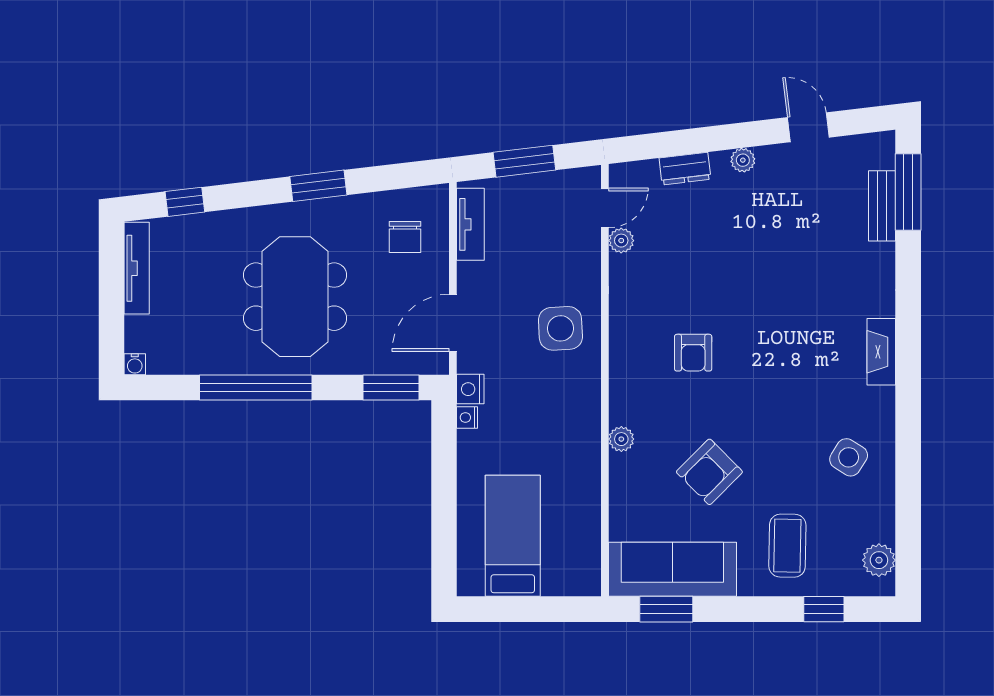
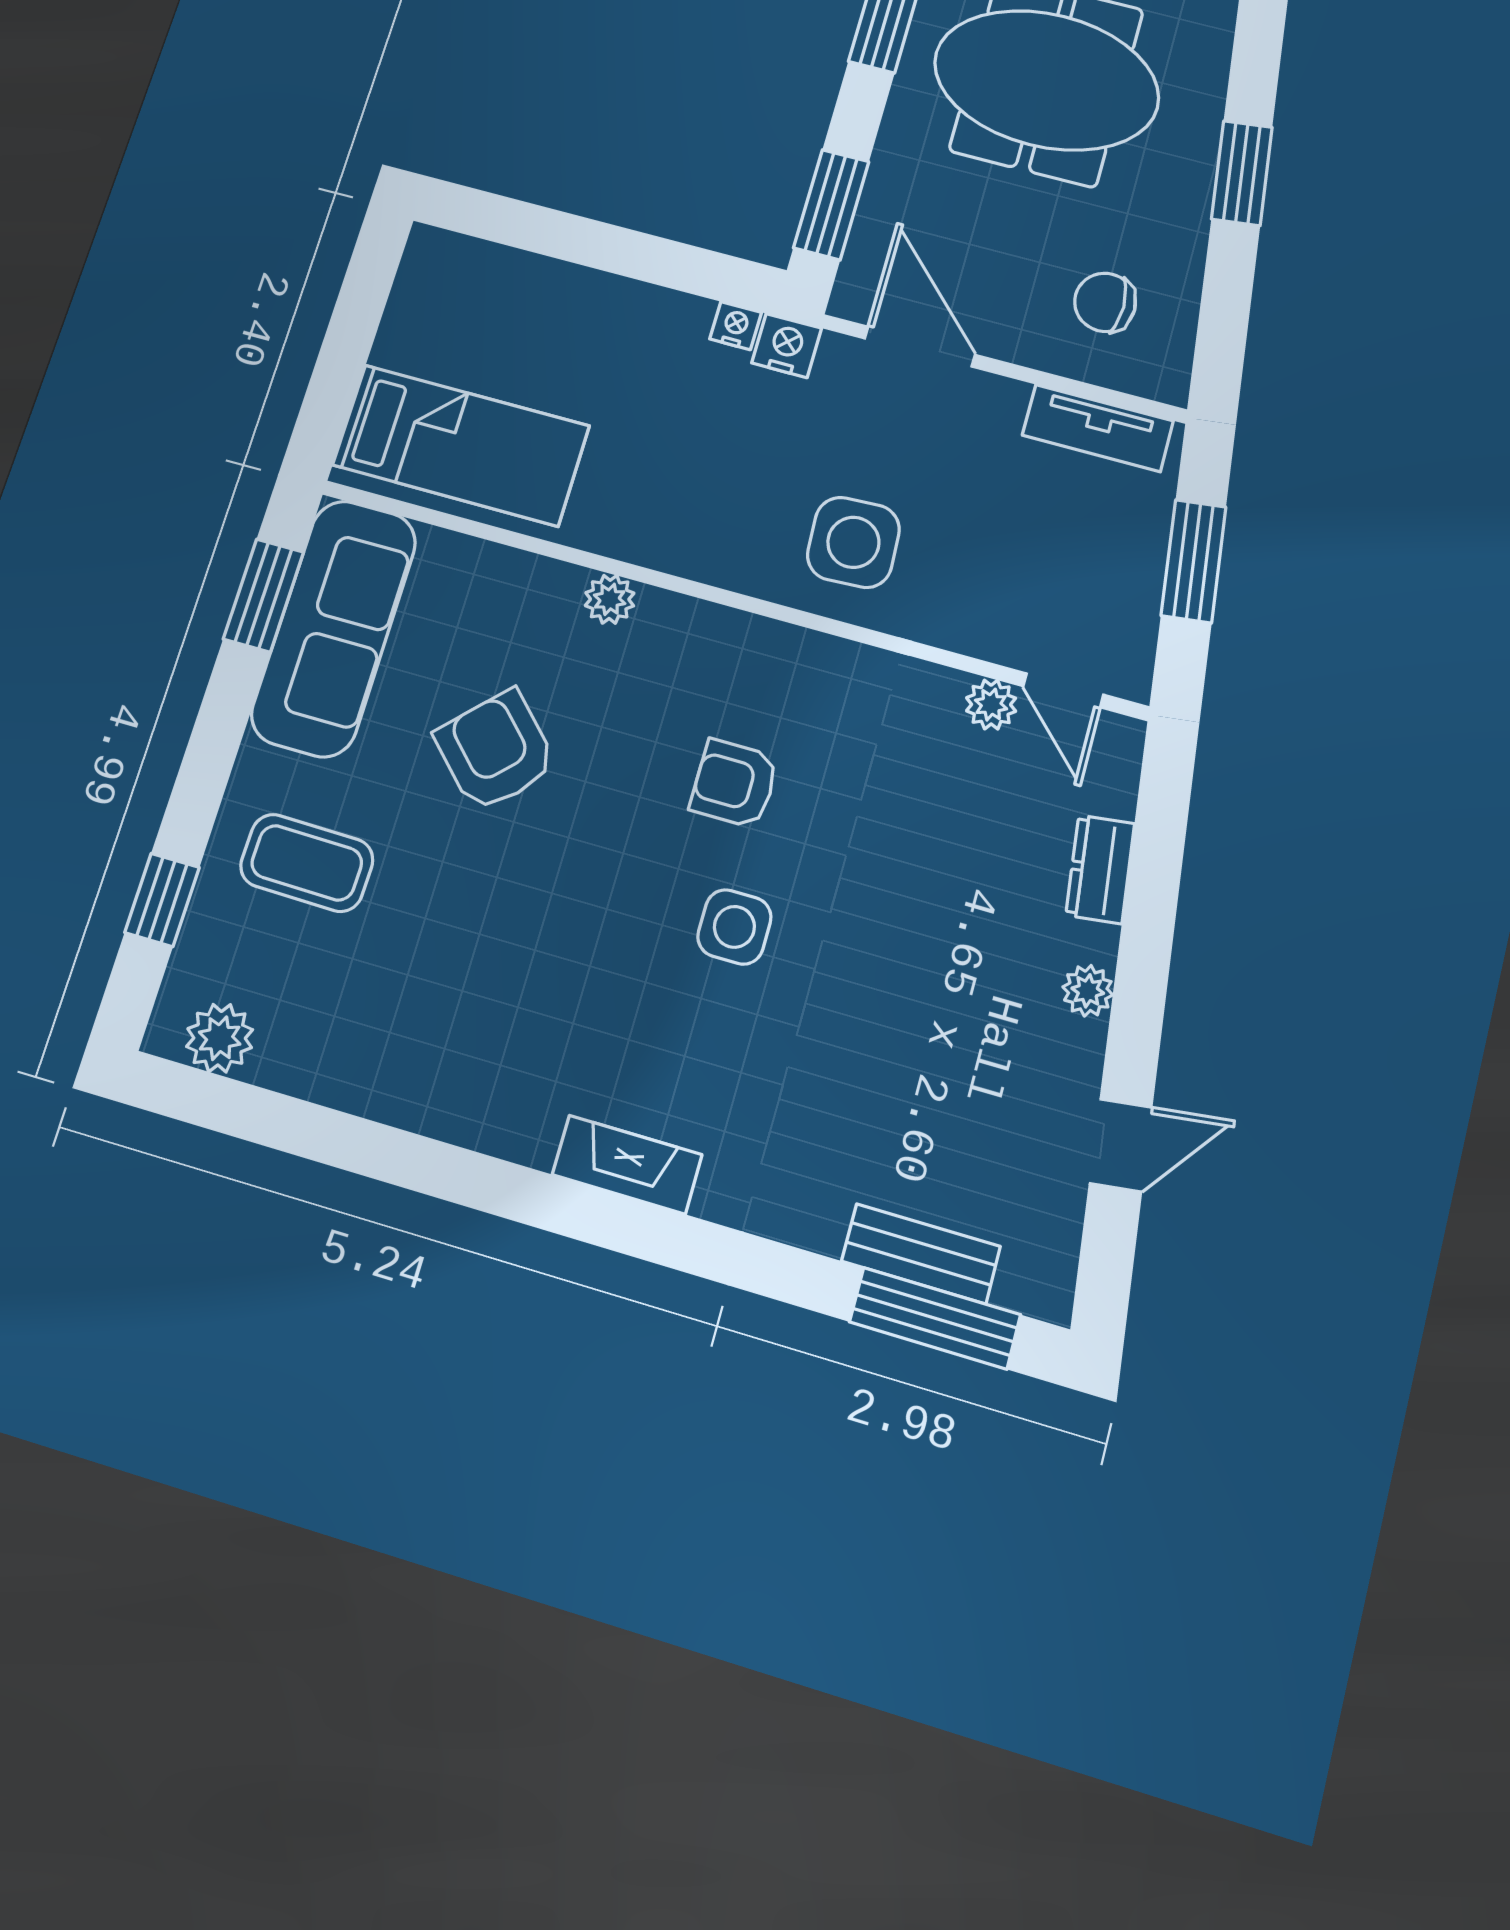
side table: (849, 457) -> (734, 927), moved, turned -32
bed: (513, 536) -> (461, 445), moved

